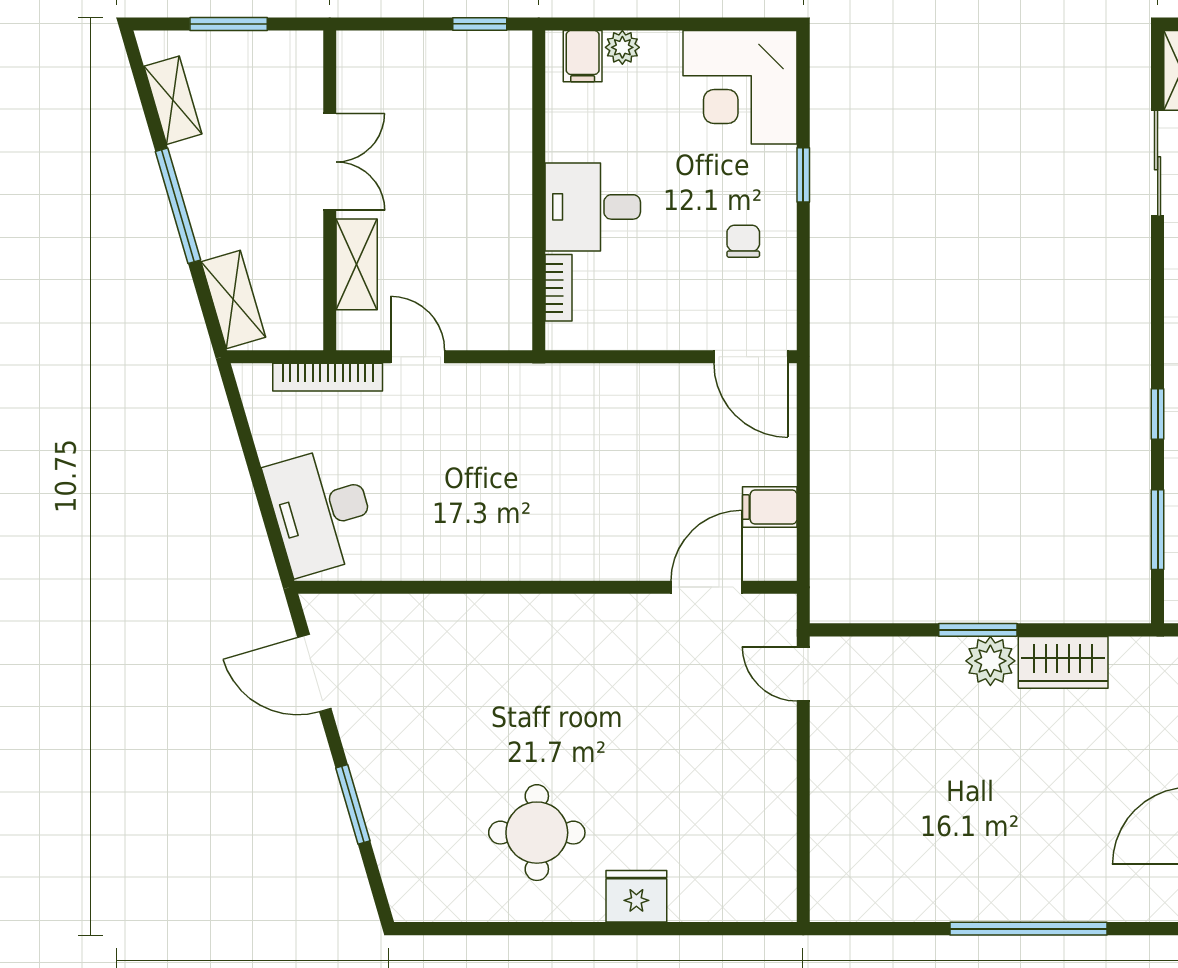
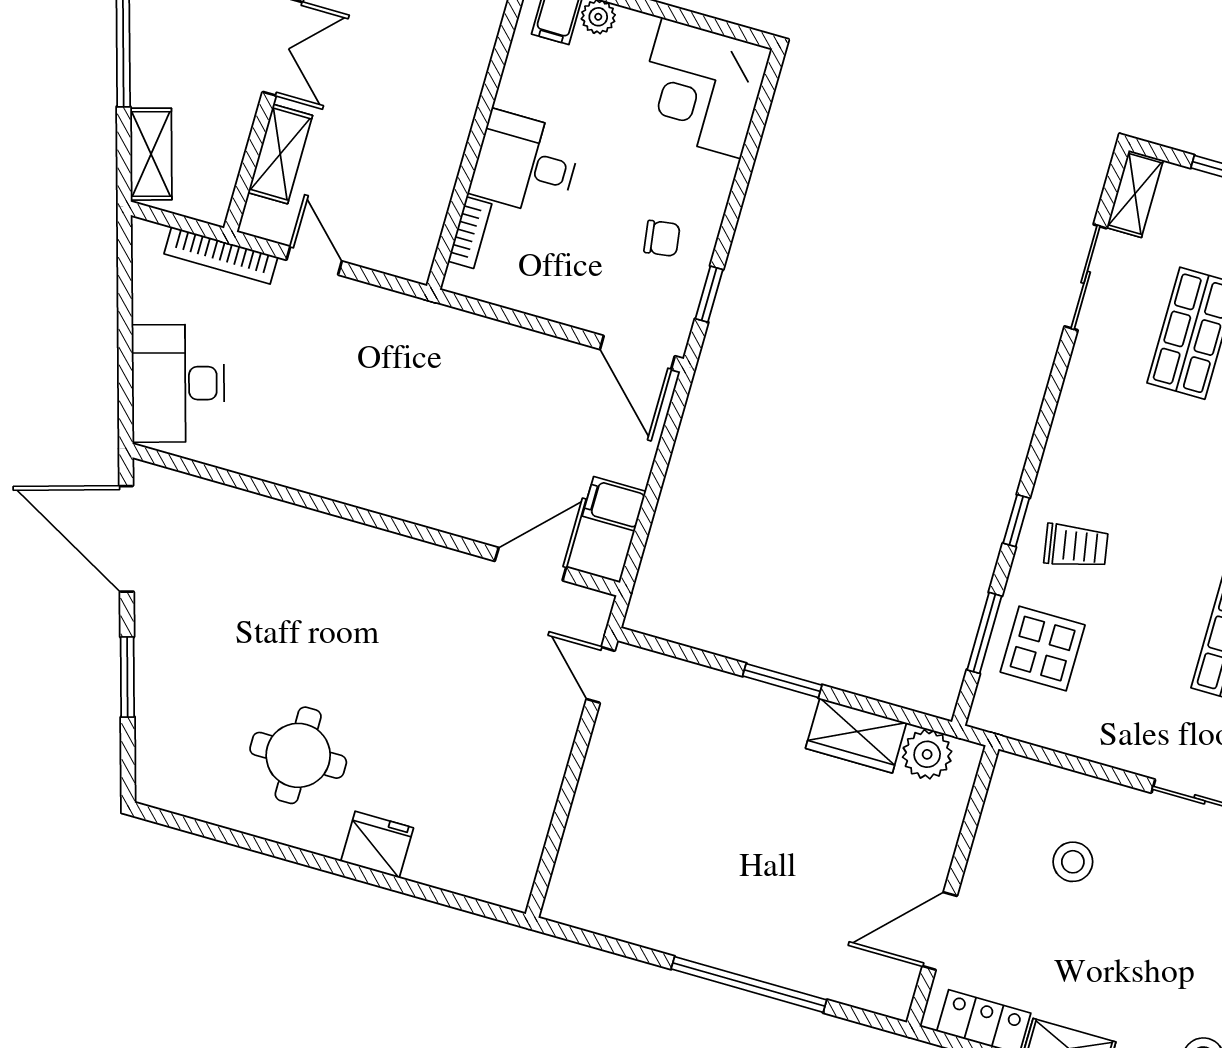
window: (803, 175) -> (709, 294), moved
chair: (743, 241) -> (662, 238), turned 82
plant: (990, 661) -> (927, 754), moved
door: (314, 673) -> (126, 539), width x1.36

